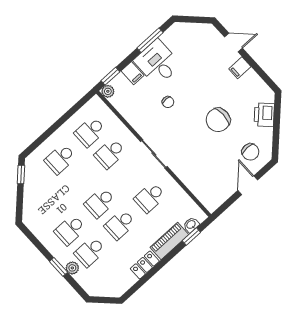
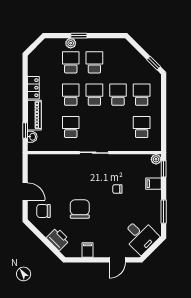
desk: (157, 63) -> (140, 236), moved, turned 45
filing cabinet: (240, 68) -> (87, 250), moved
school desk: (110, 154) -> (118, 95), moved

